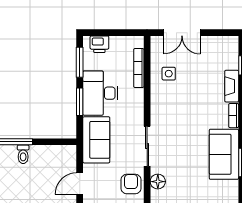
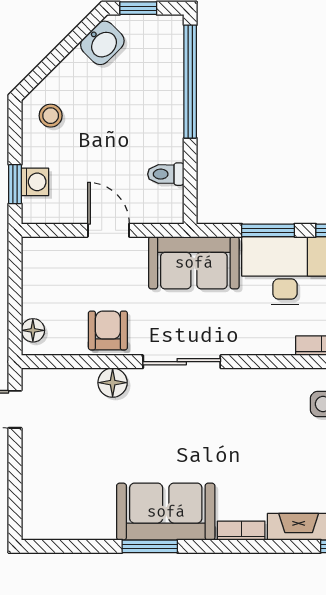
toilet: (23, 154) -> (166, 174), moved
armchair: (131, 184) -> (108, 330), turned -90

